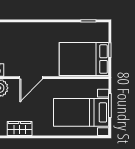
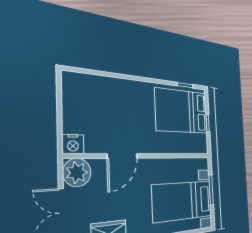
bed: (84, 59) -> (182, 111), moved

